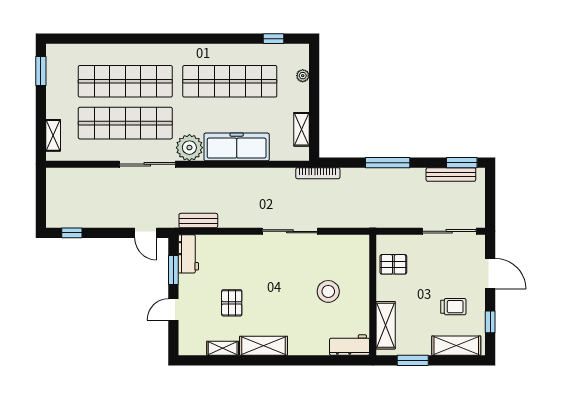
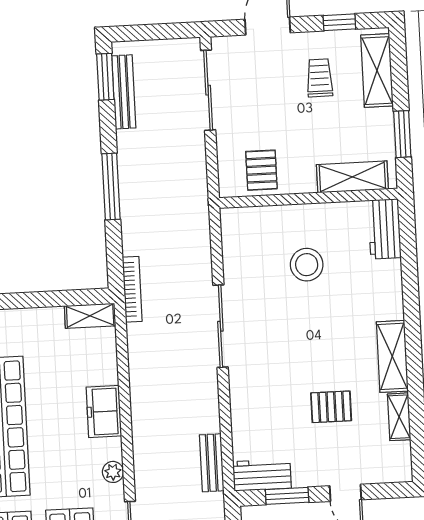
shelving: (301, 129) -> (90, 316), moved
freezer: (237, 147) -> (104, 412), width x0.52, depth x0.79
plant: (189, 148) -> (113, 472), width x0.53, depth x0.53

